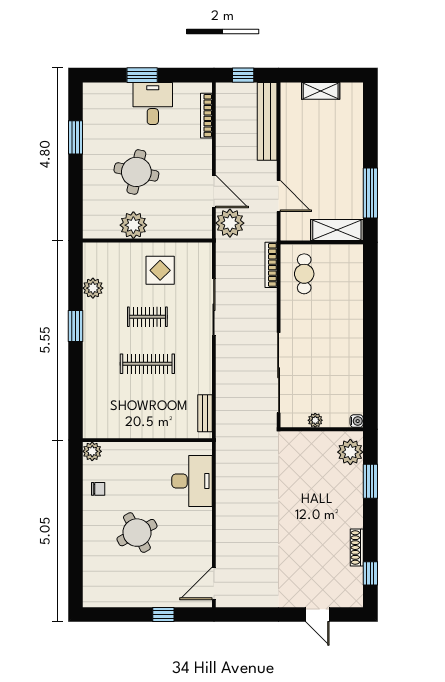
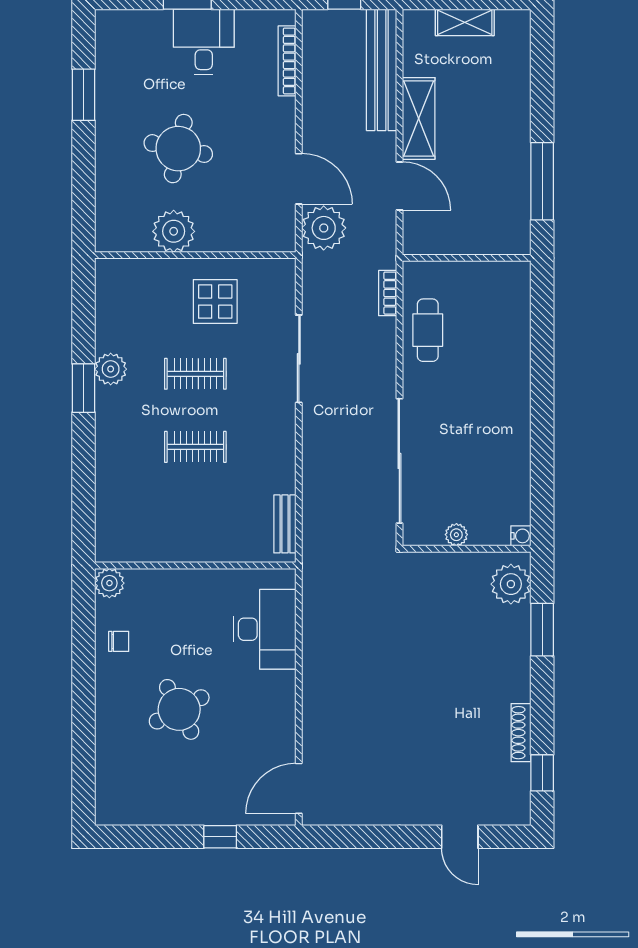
shelving: (337, 230) -> (419, 118), moved, turned 90
bookcase: (271, 265) -> (388, 293), width x0.64
cafe table: (304, 274) -> (428, 330), moved
plant: (93, 288) -> (111, 369), moved
clothes rail: (147, 364) -> (195, 447), width x0.73

